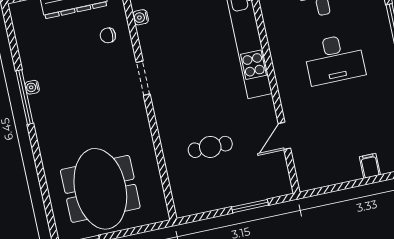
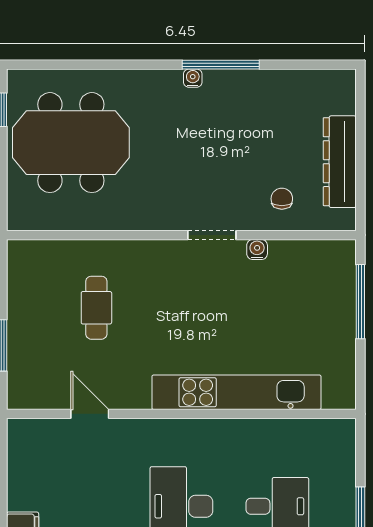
water cooler: (141, 17) -> (257, 250), moved
water cooler: (32, 87) -> (193, 78), moved

